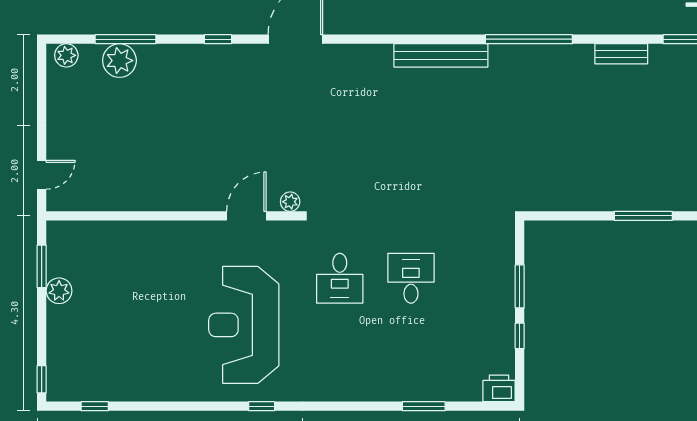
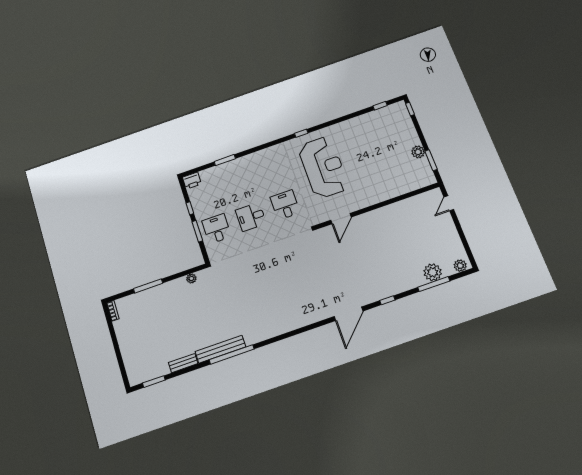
bench: (441, 55) -> (220, 349), moved
plant: (290, 202) -> (191, 278), moved
desk: (411, 278) -> (251, 217), turned 90
desk: (482, 278) -> (217, 229), added

